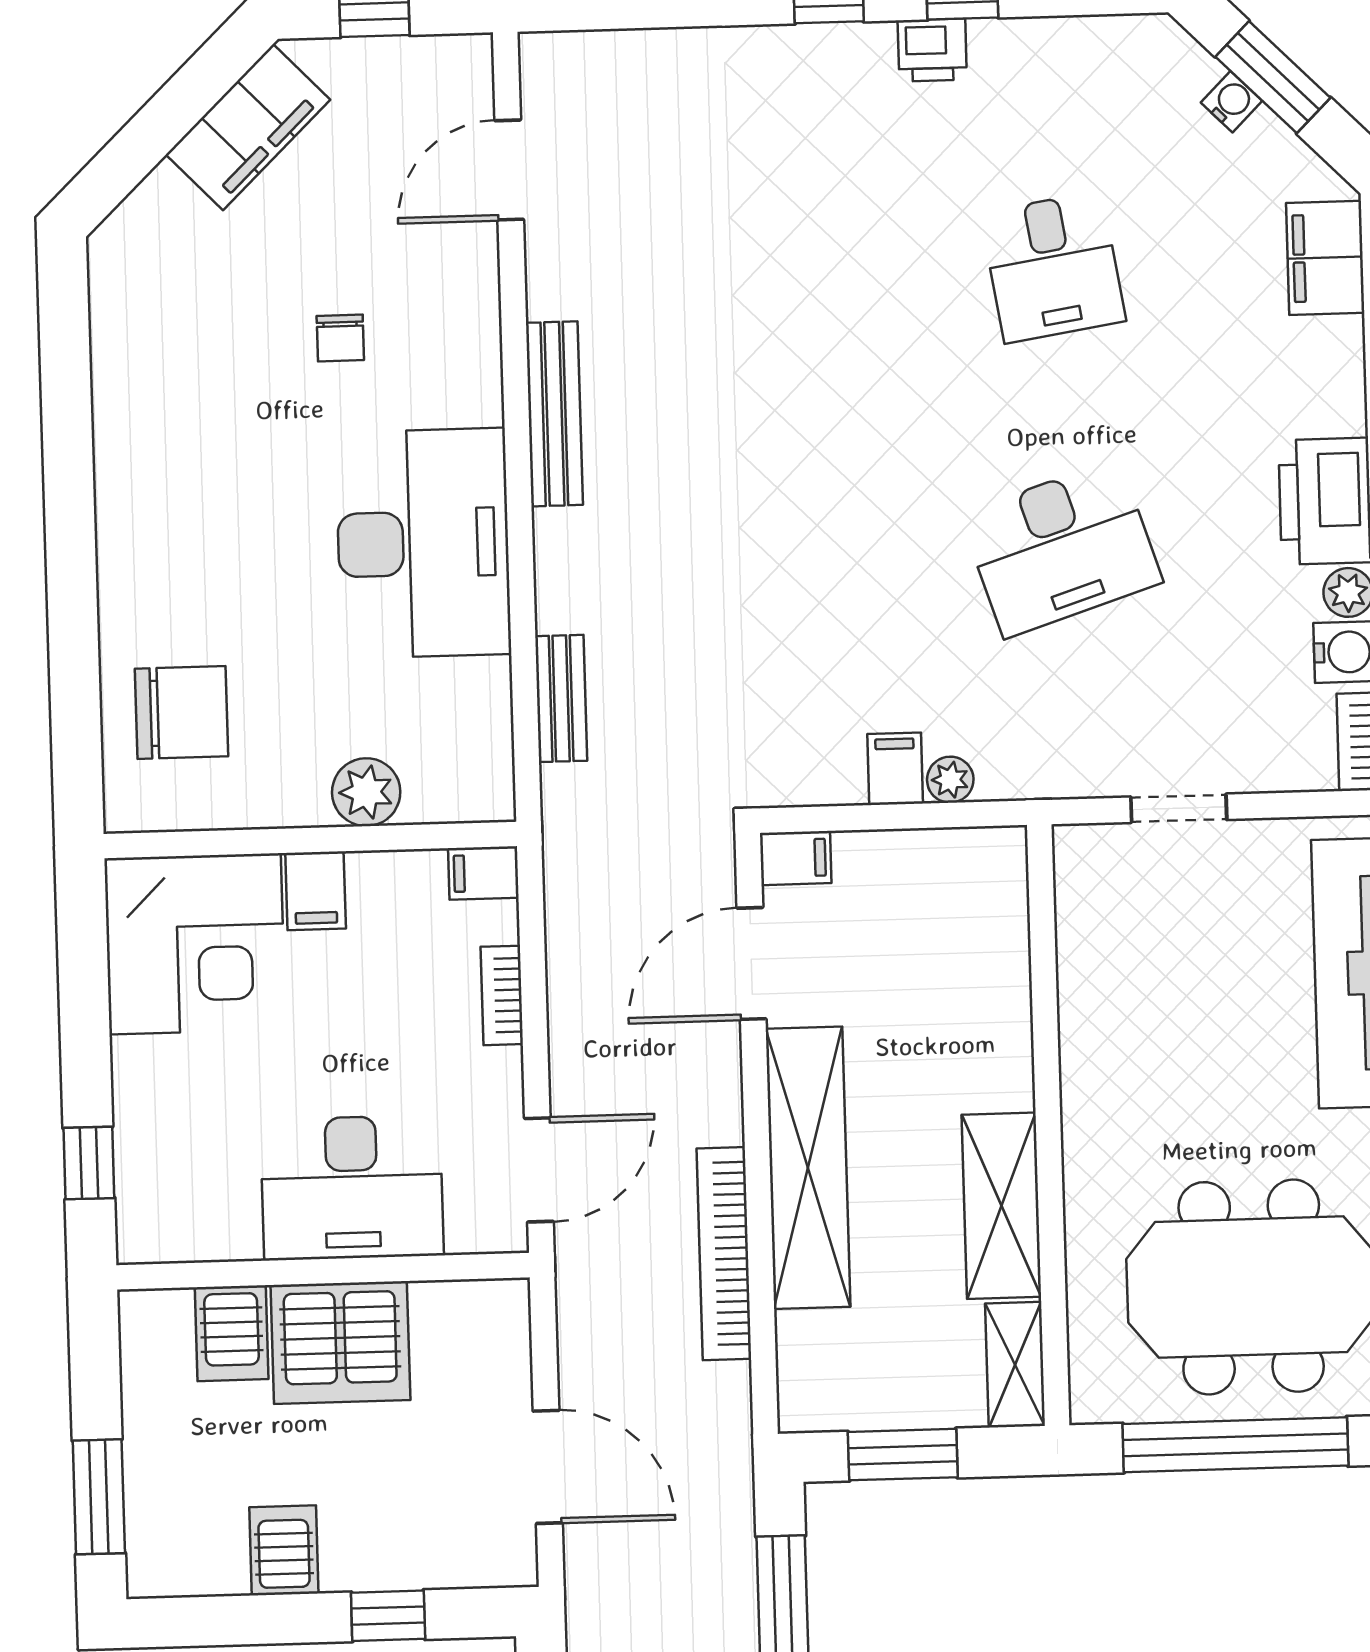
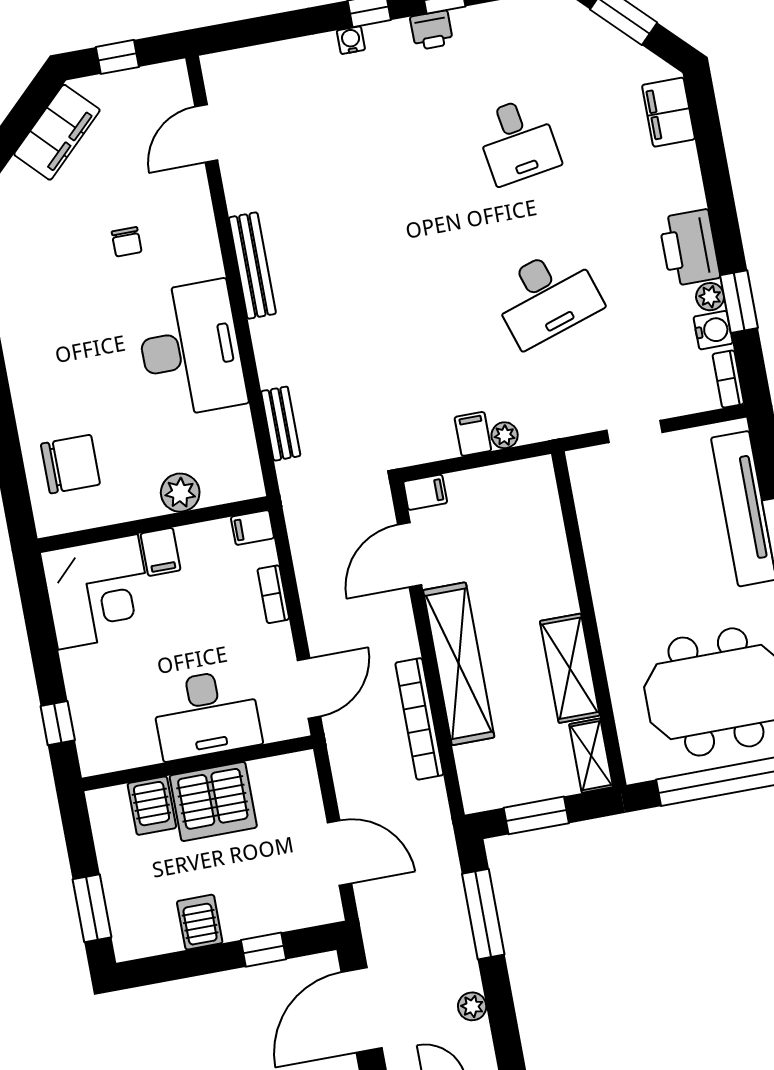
water cooler: (1232, 102) -> (351, 40), moved, turned -45

